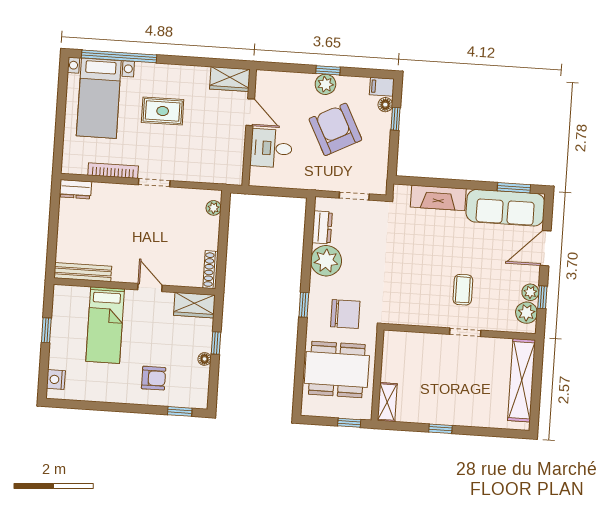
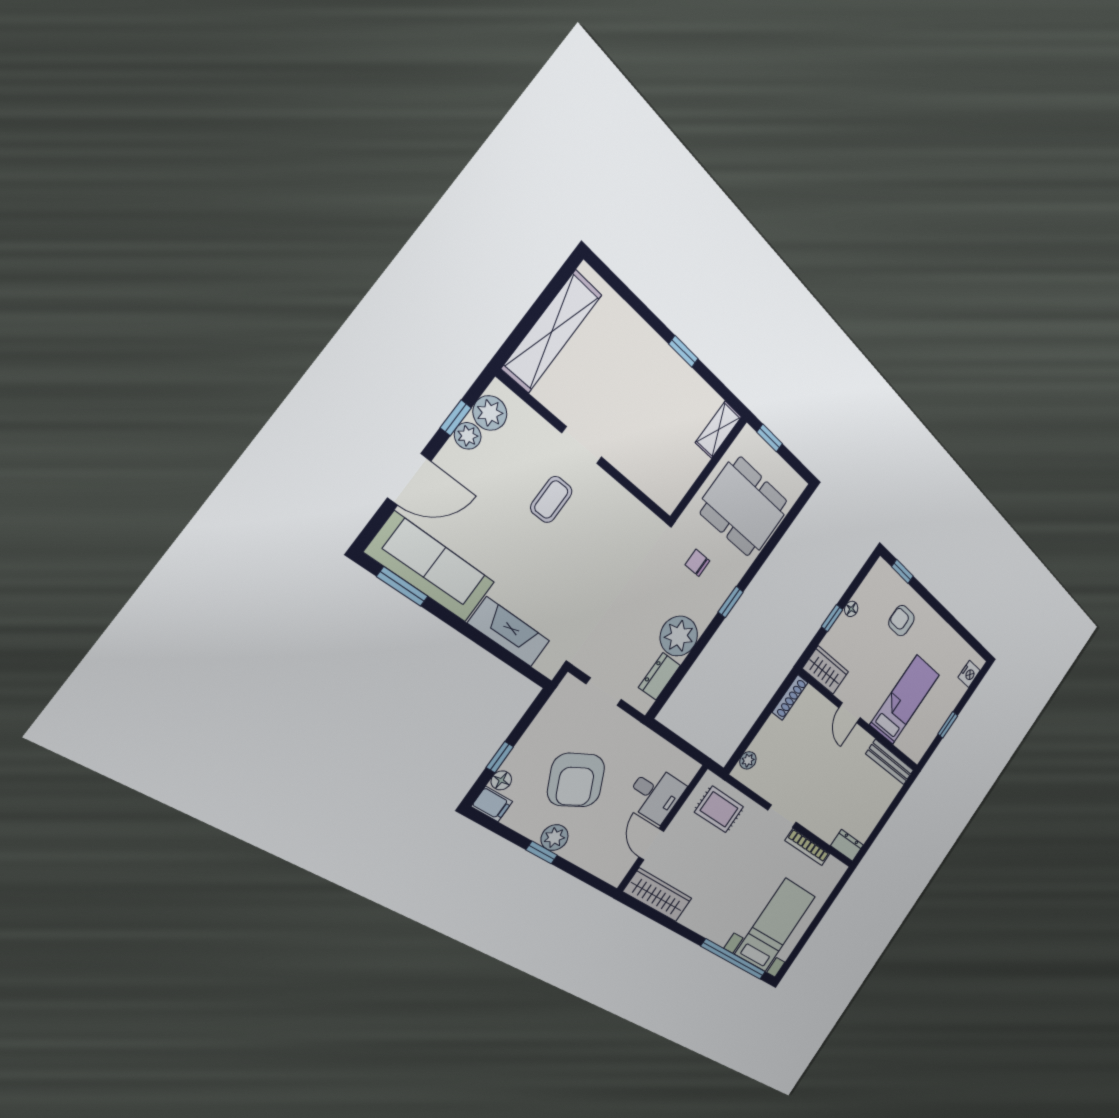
wardrobe: (230, 79) -> (658, 895), width x1.50
rug: (163, 111) -> (719, 809), moved
chair: (345, 314) -> (697, 563), width x0.54, depth x0.54

